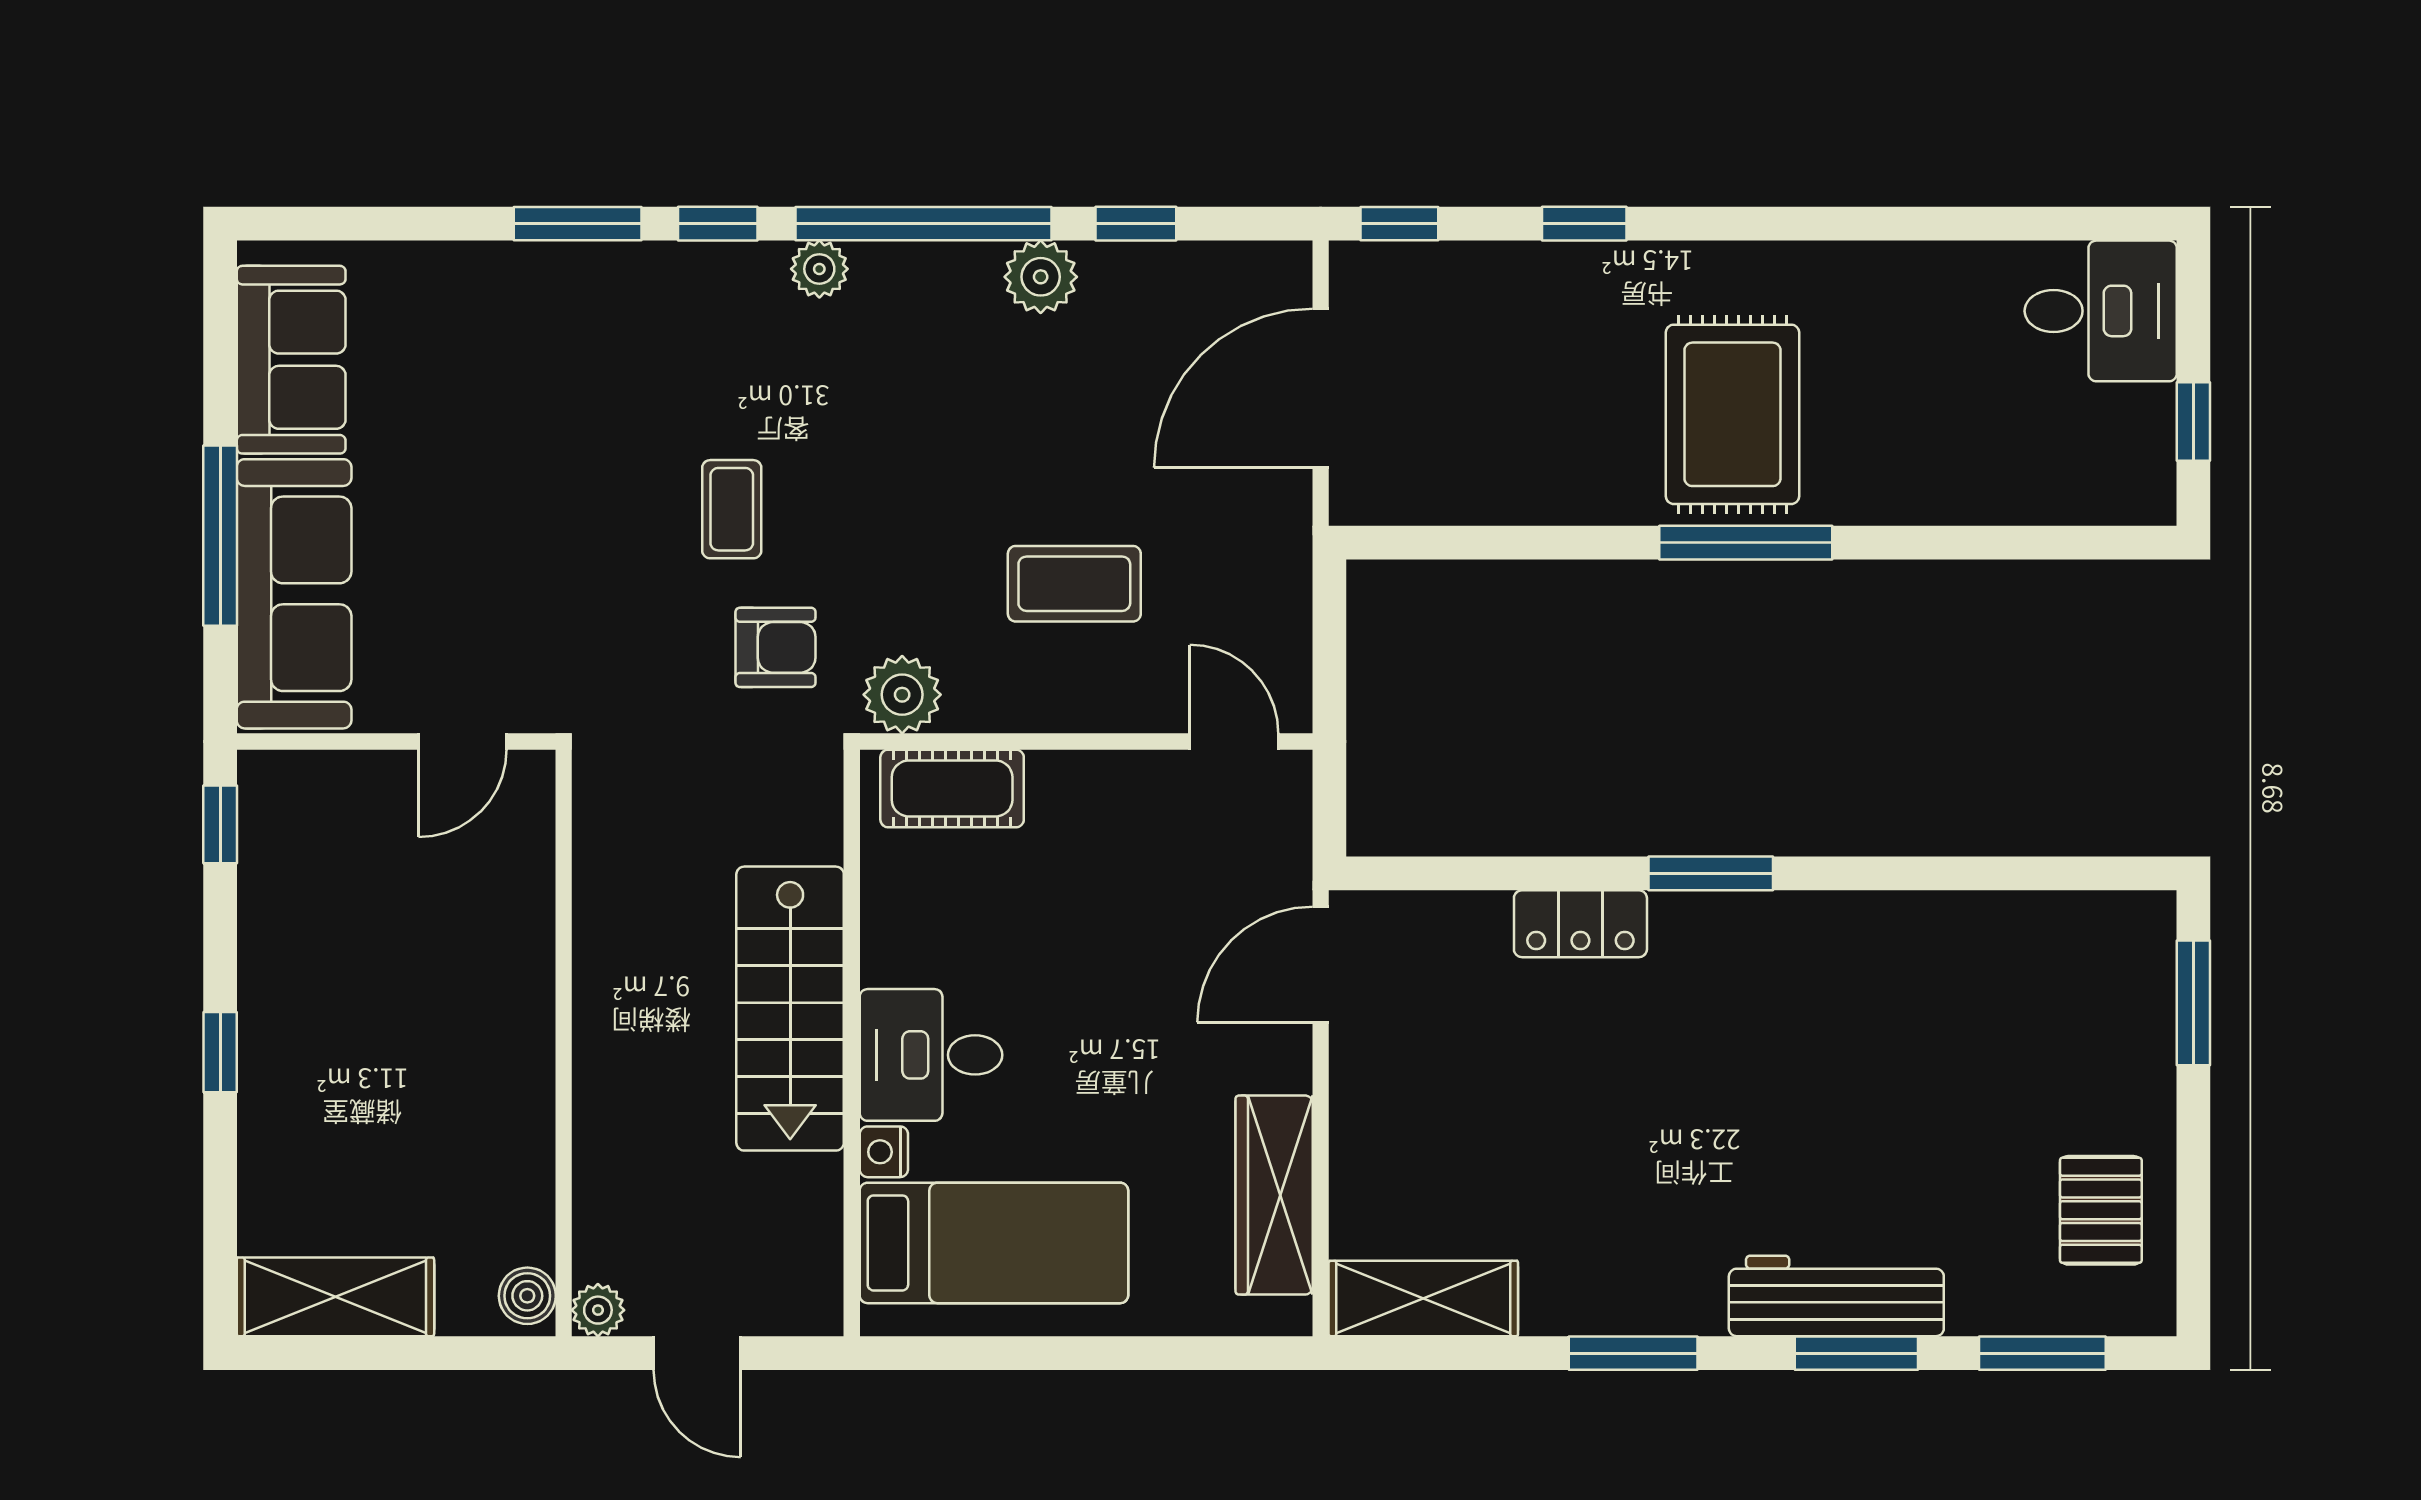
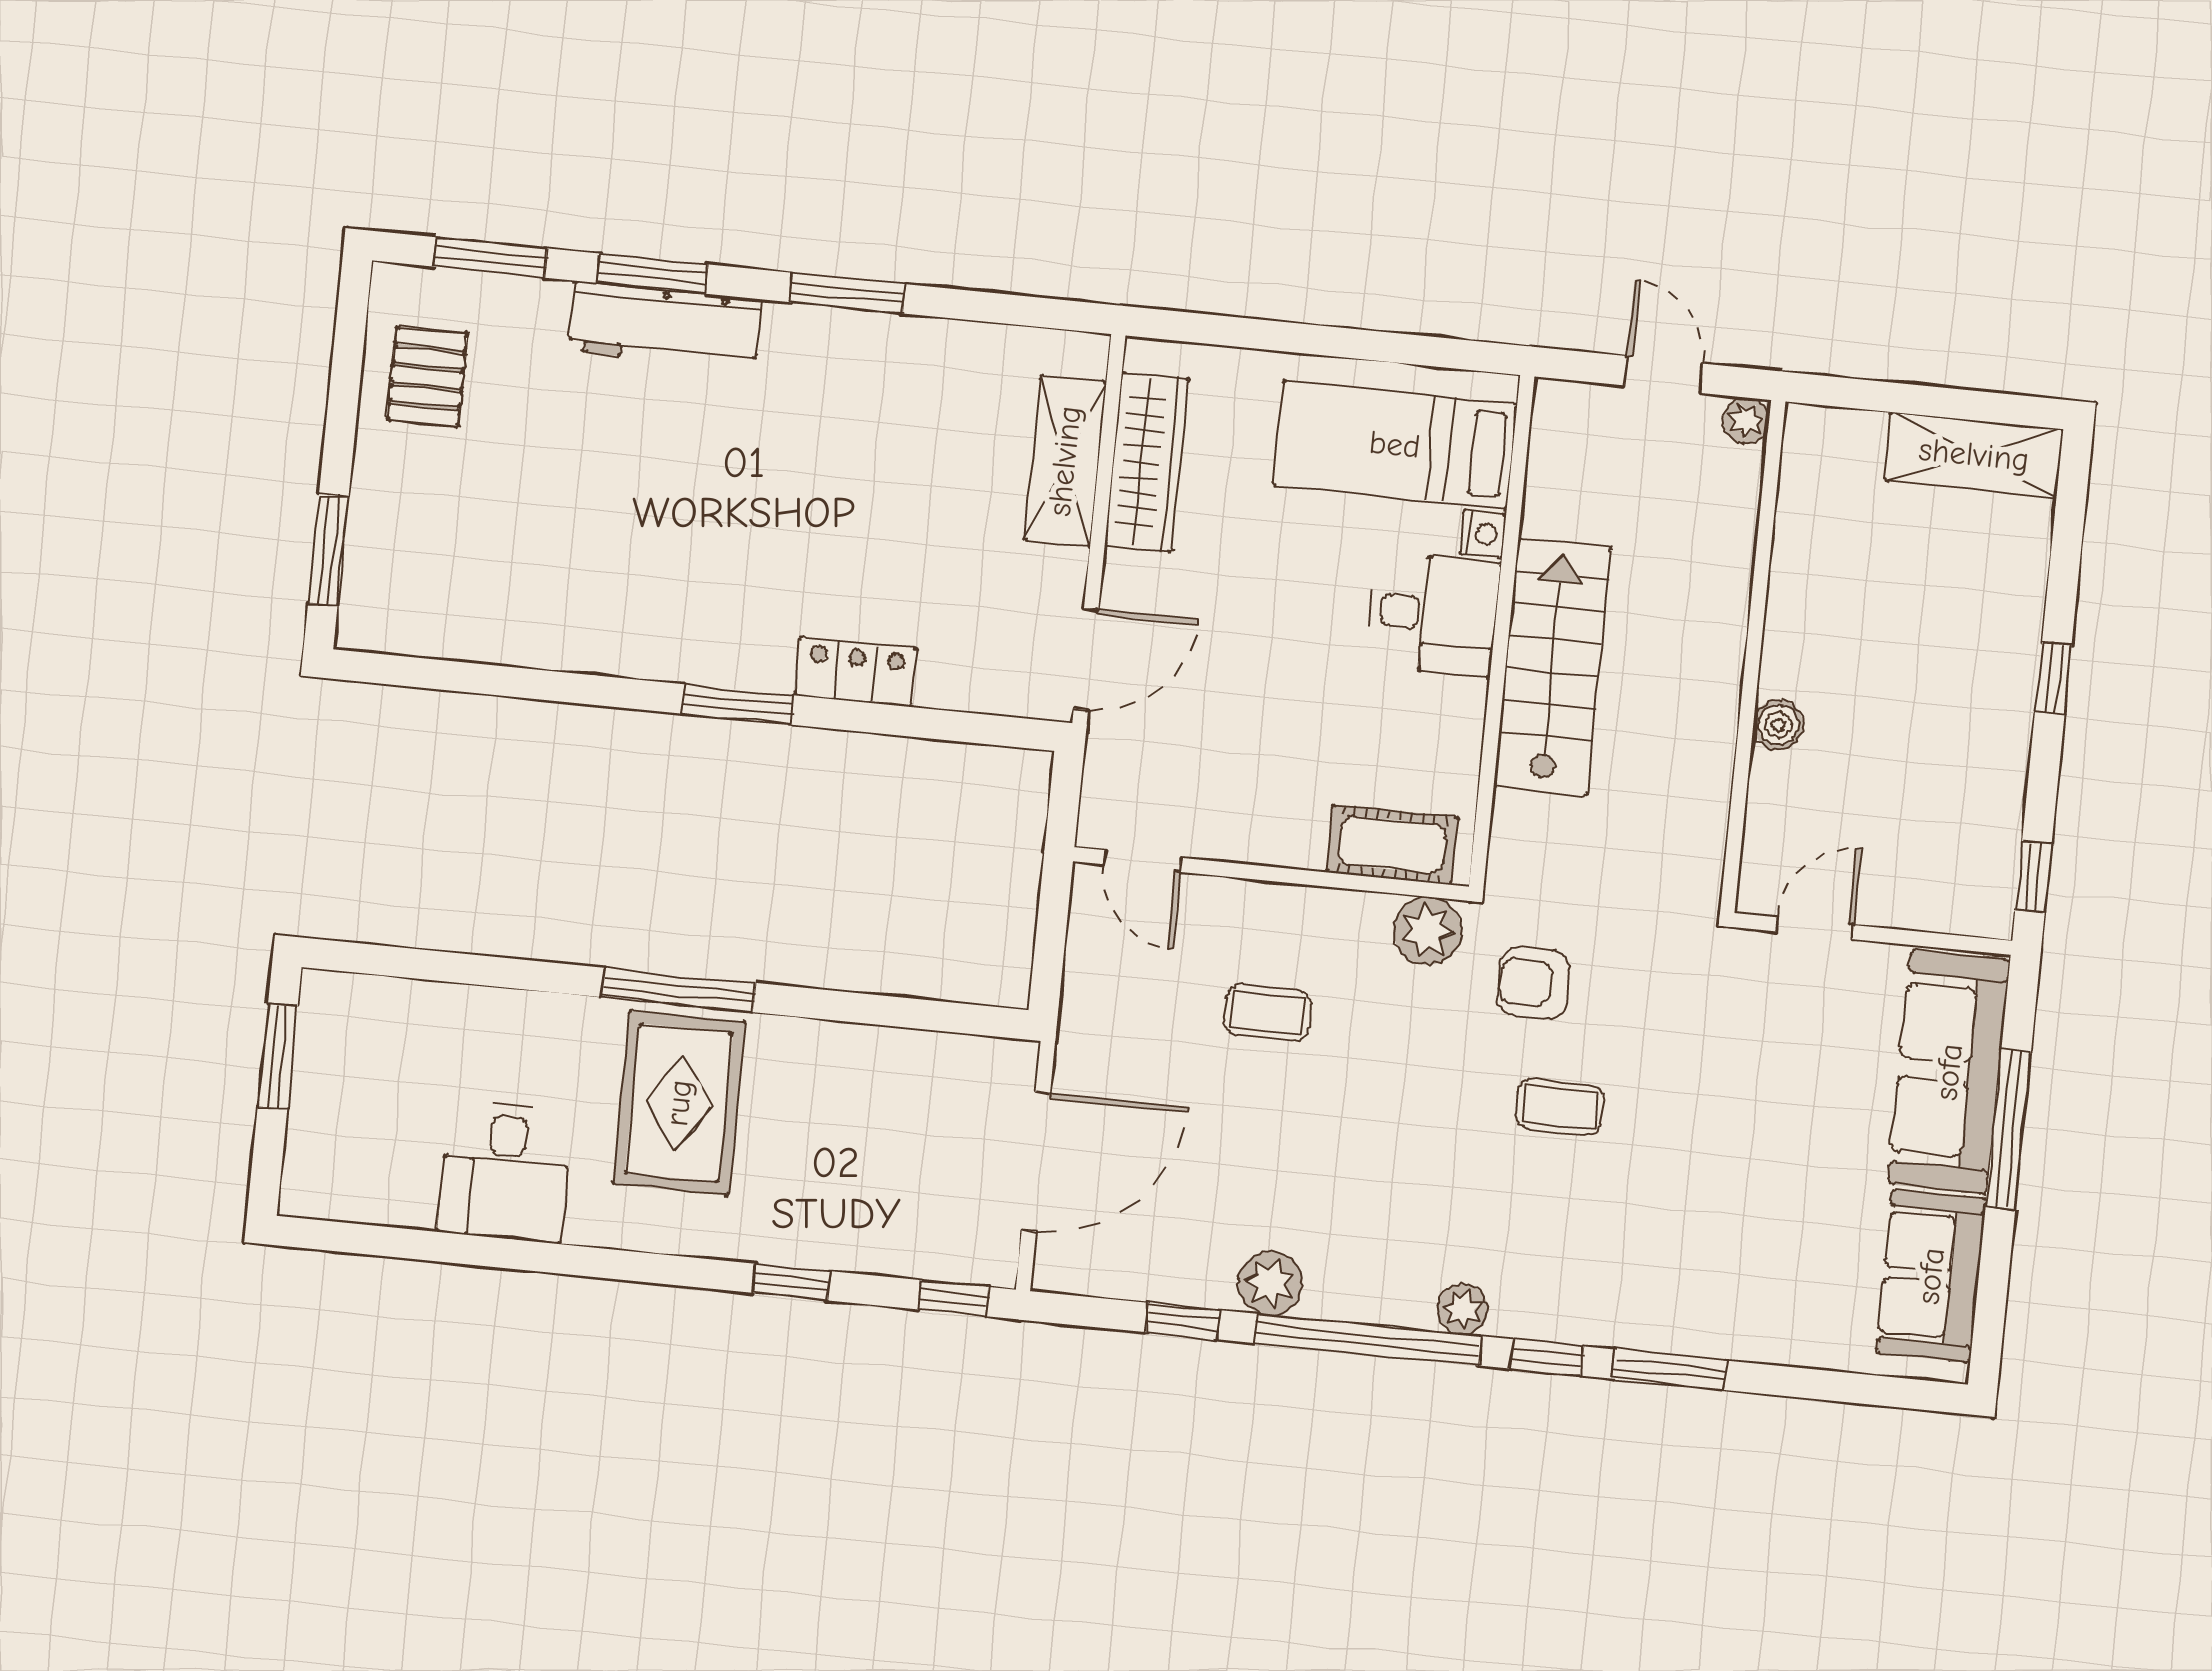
desk: (2101, 311) -> (505, 1172), moved, turned -90
window: (2193, 421) -> (278, 1057), width x1.50
coffee table: (732, 509) -> (1560, 1107), turned 90
coffee table: (1074, 584) -> (1268, 1013), width x0.73, depth x0.77
boiler: (527, 1296) -> (1778, 725), moved
shelving: (1423, 1298) -> (1065, 461), moved, turned 90

